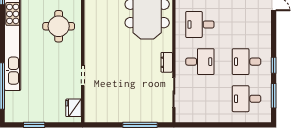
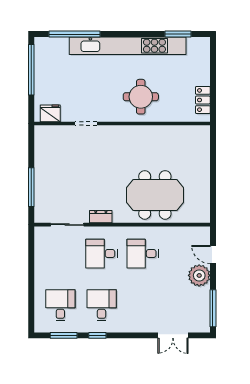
desk: (200, 24) -> (143, 254), turned -90
desk: (200, 62) -> (102, 254), turned 90
window: (34, 125) -> (31, 70), width x2.11

